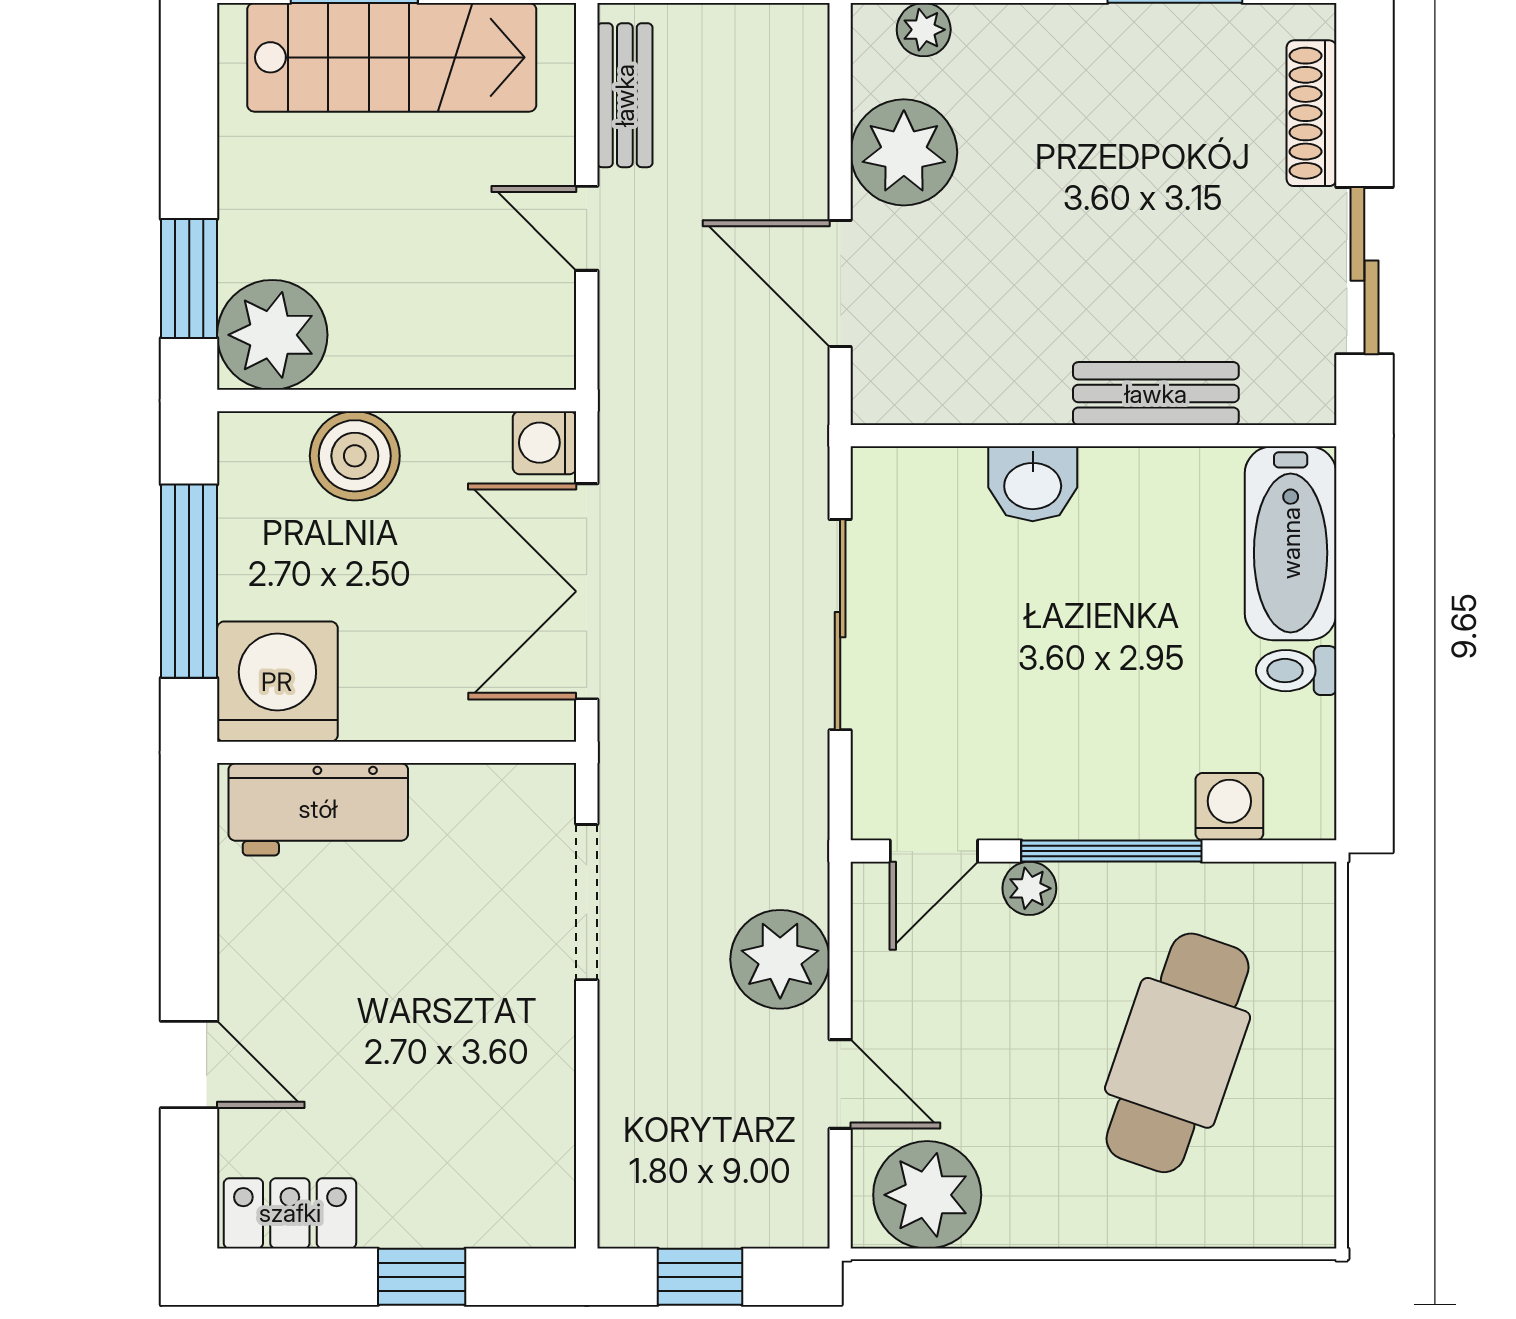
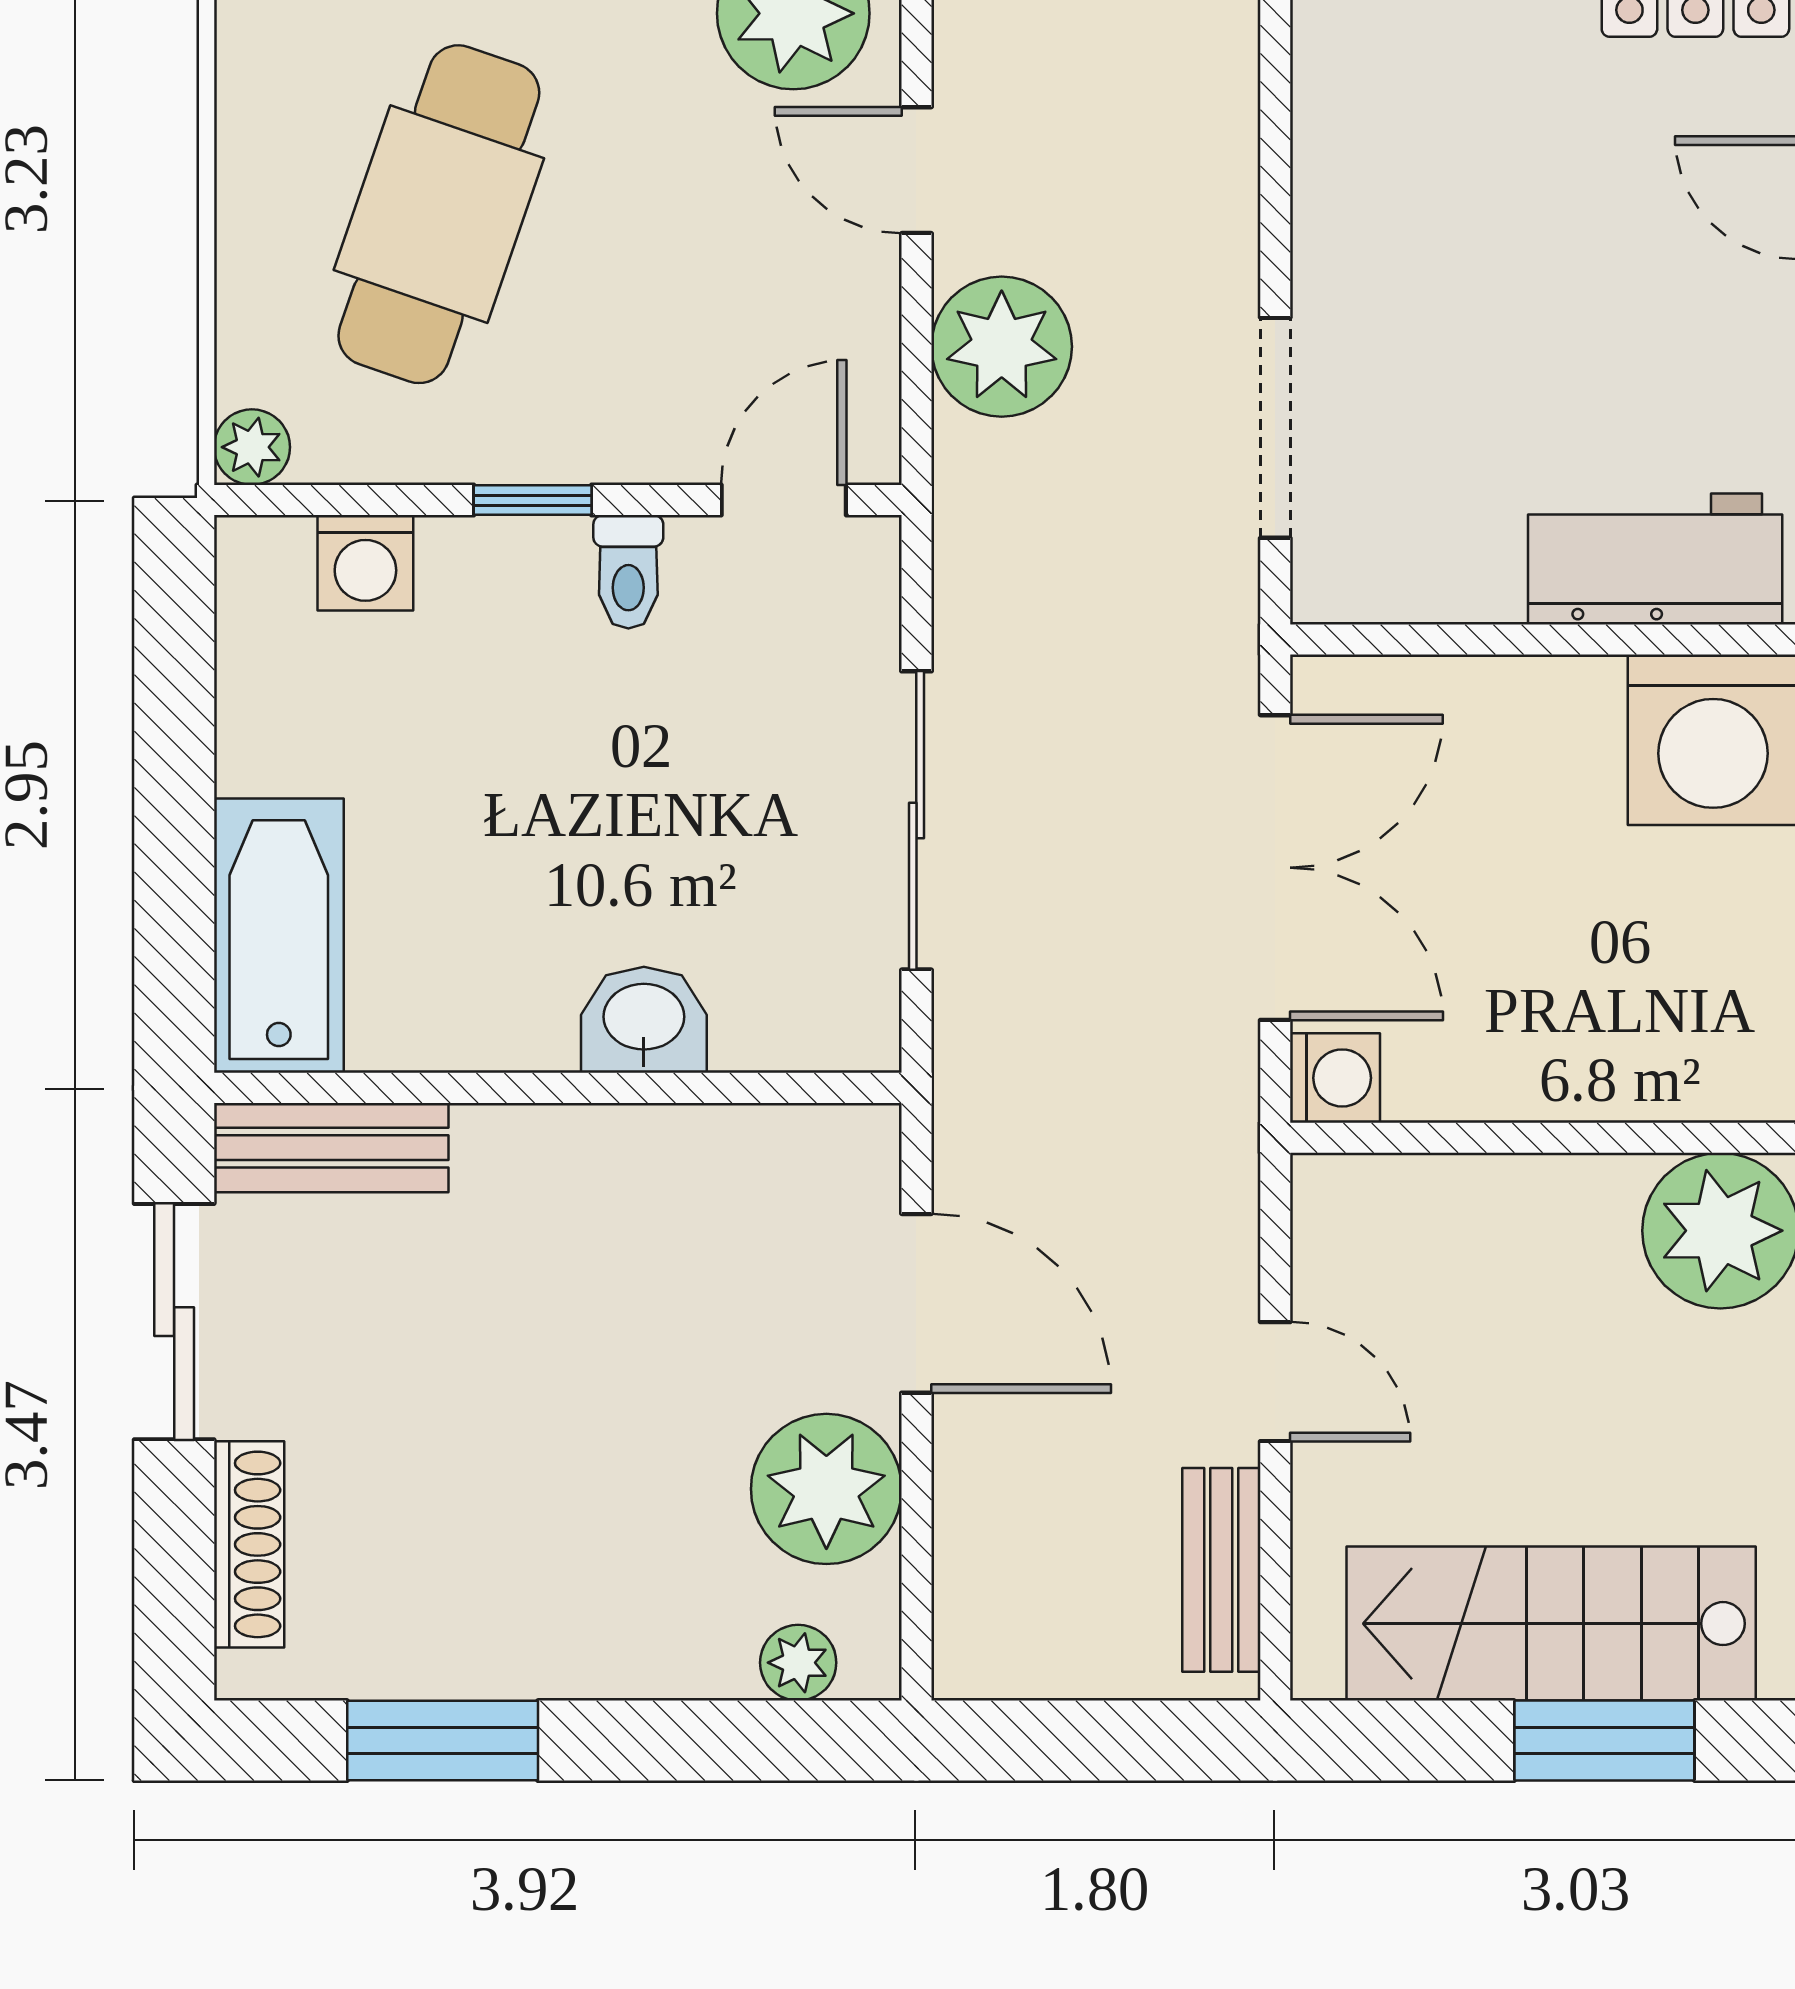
bench: (1156, 394) -> (331, 1148), moved
boiler: (355, 456) -> (1604, 1059), removed
toilet: (1296, 671) -> (628, 572), moved, turned 90
window: (1111, 851) -> (533, 500), width x0.46
plant: (1029, 888) -> (252, 447), moved

